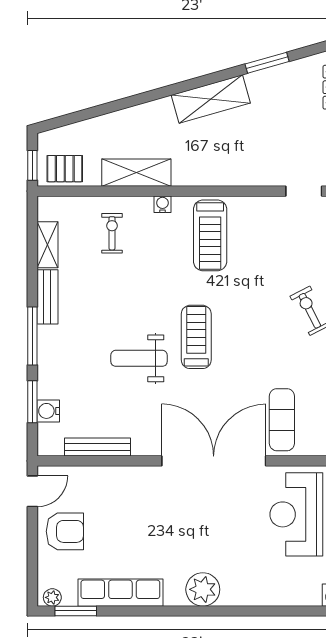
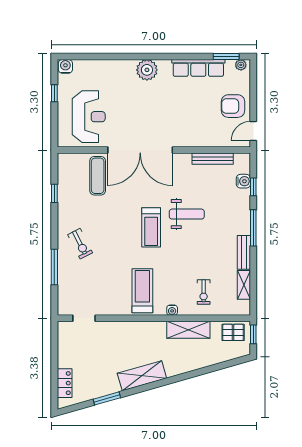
window: (32, 402) -> (253, 187), width x0.67

